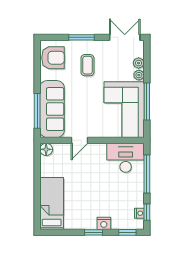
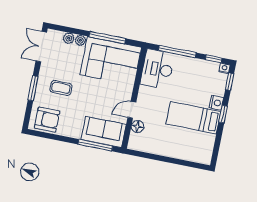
armchair: (53, 58) -> (47, 120), turned 90
sofa: (52, 109) -> (104, 132), width x0.73
door: (80, 140) -> (132, 110), swing flipped
floor lamp: (46, 149) -> (138, 126), moved
bed: (52, 204) -> (193, 118), moved
nightstand: (139, 213) -> (224, 68), moved

